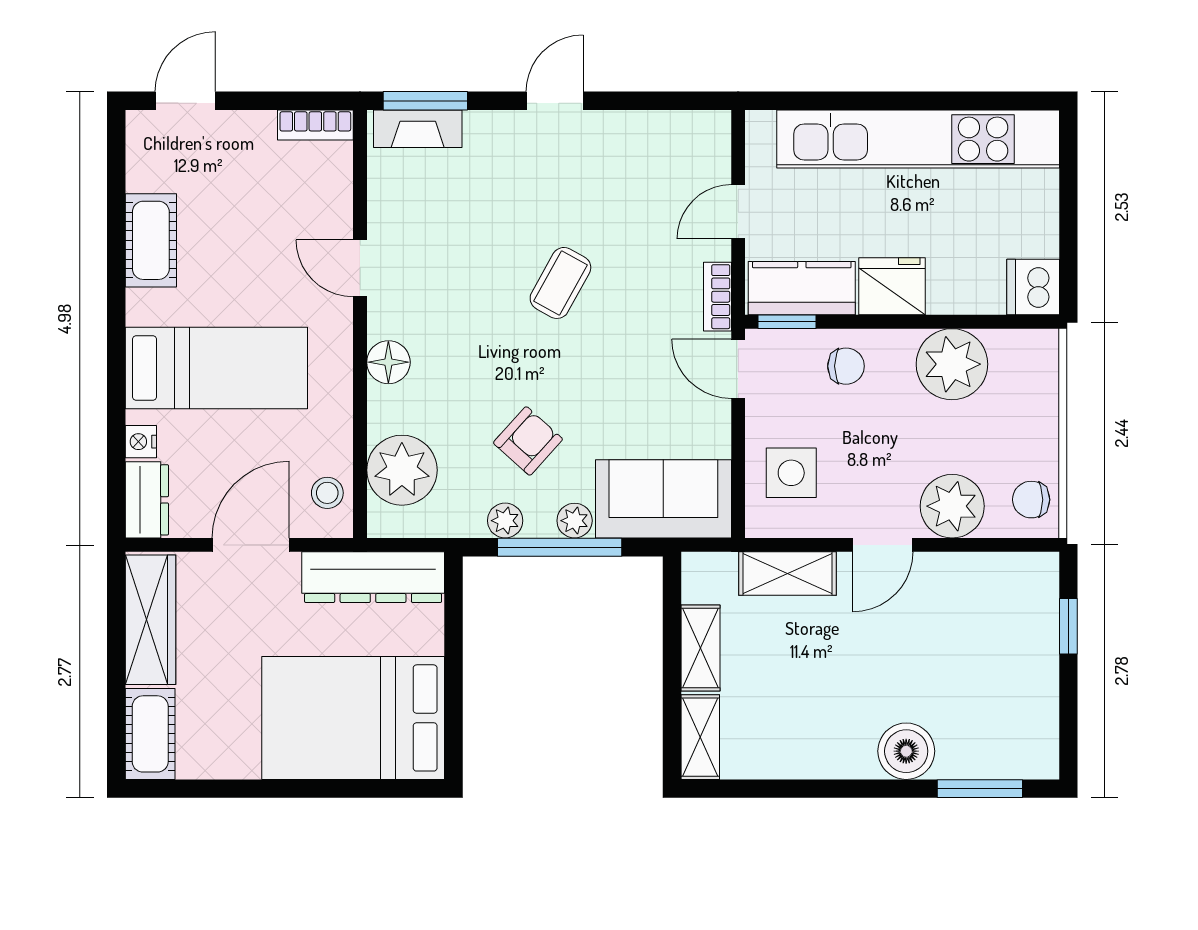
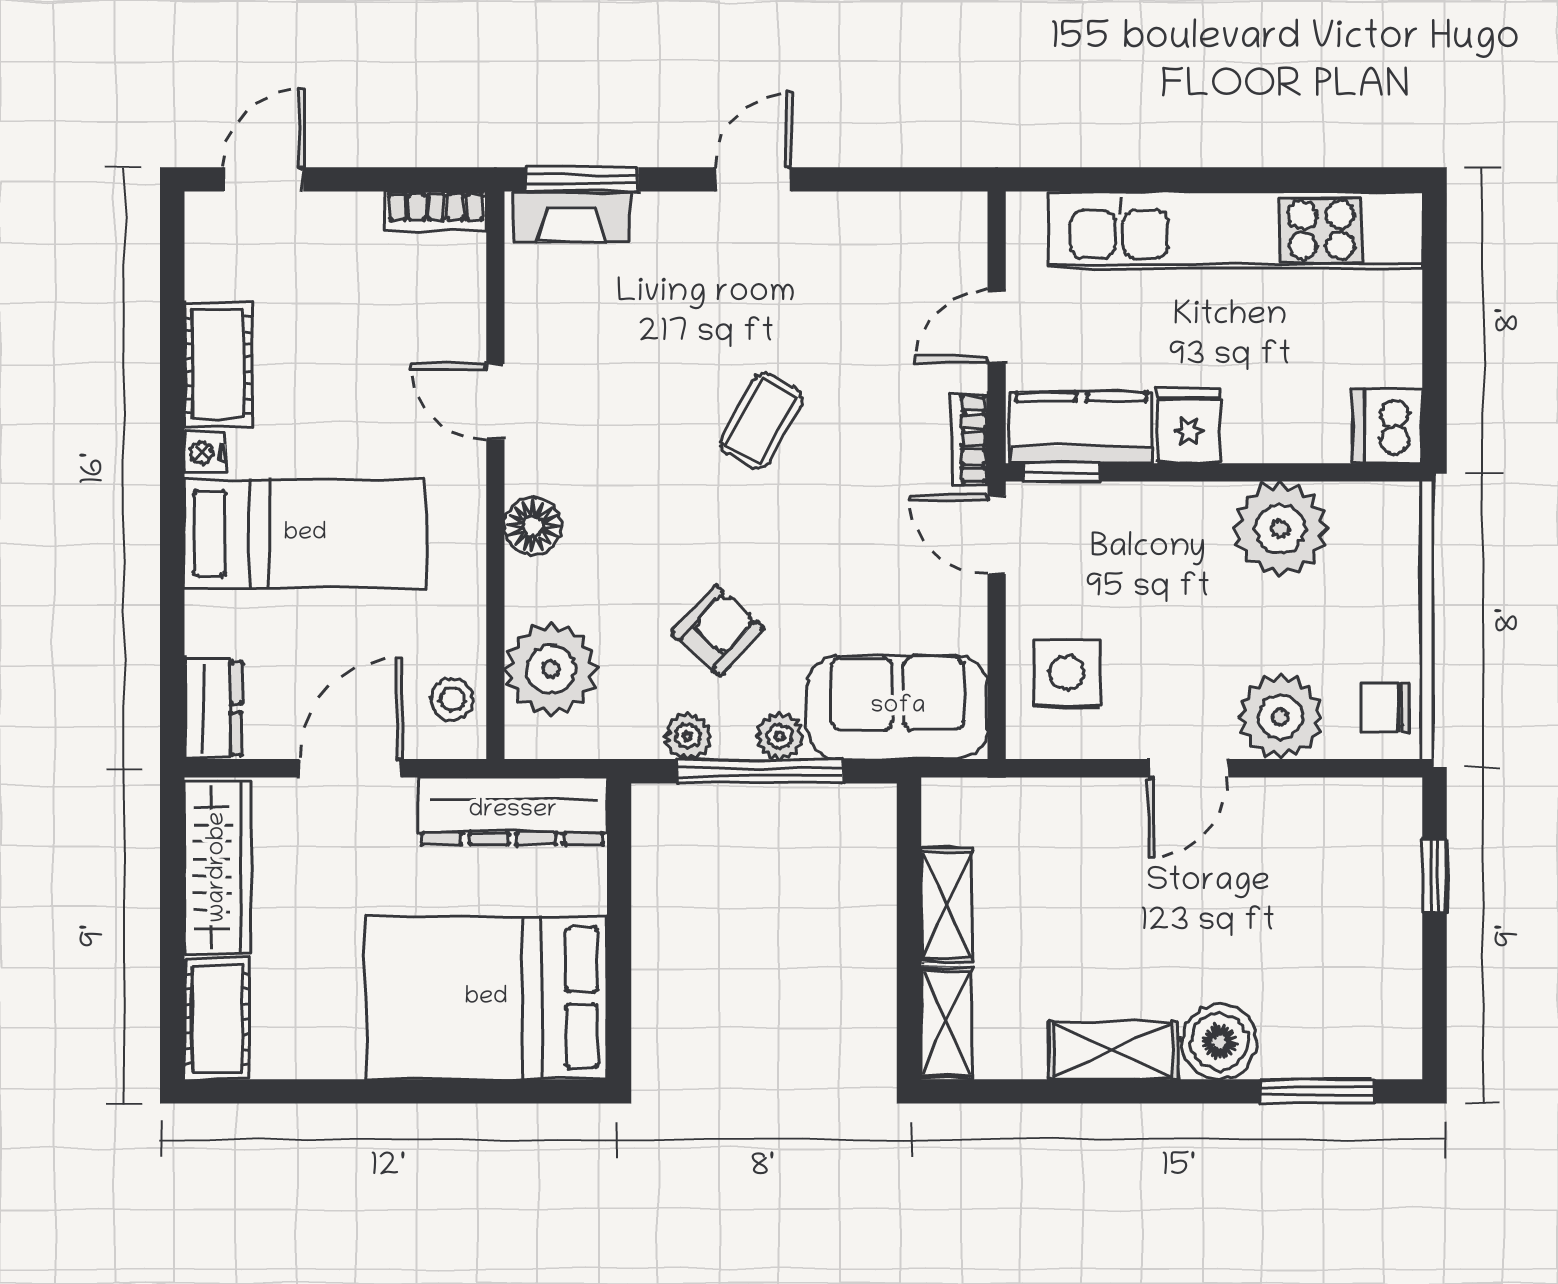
fridge: (892, 286) -> (1188, 425), width x0.72
chair: (846, 366) -> (1140, 531), removed
nightstand: (141, 442) -> (205, 453), moved
shelving: (787, 574) -> (1113, 1050), moved

